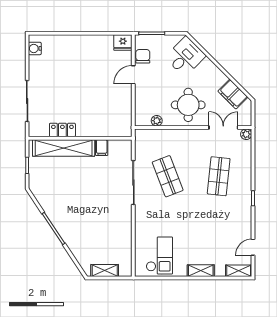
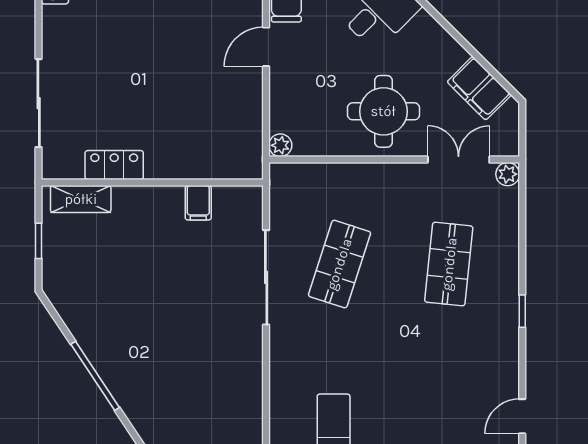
plant: (157, 121) -> (280, 145), moved
shelving: (64, 148) -> (81, 199), width x0.45, depth x0.75
shop shelf: (168, 176) -> (339, 264), turned 39

